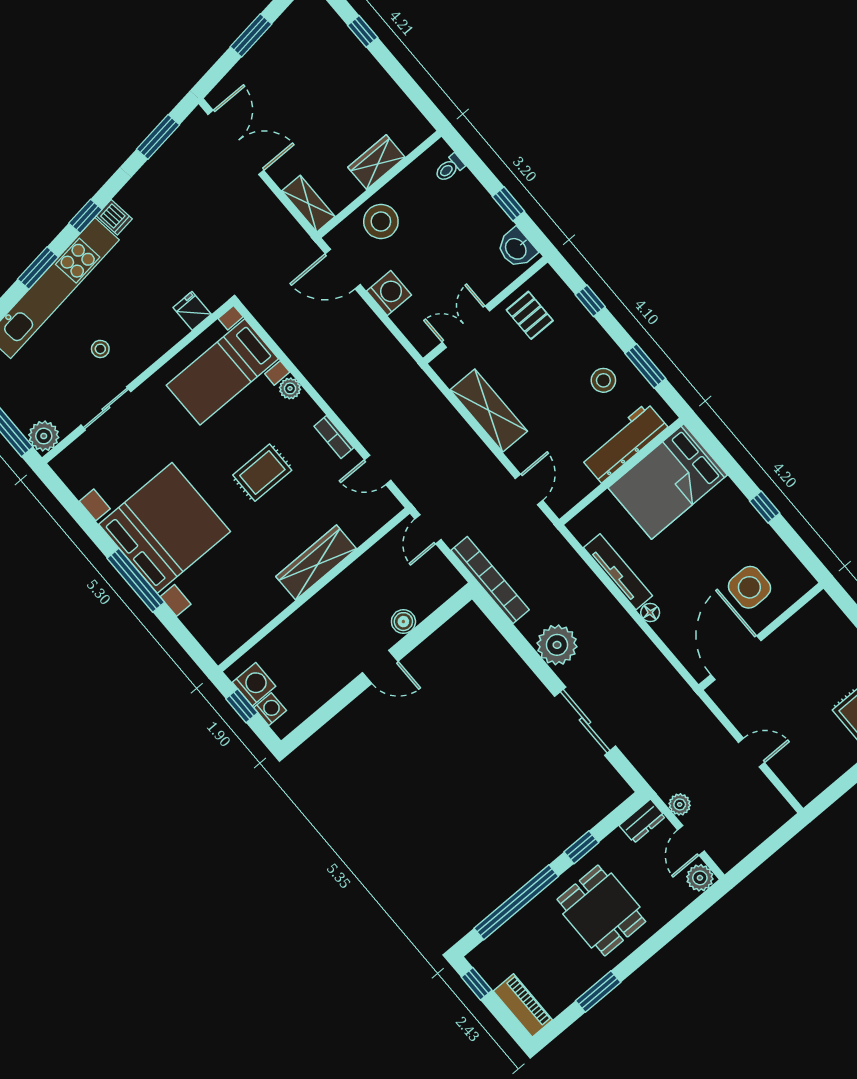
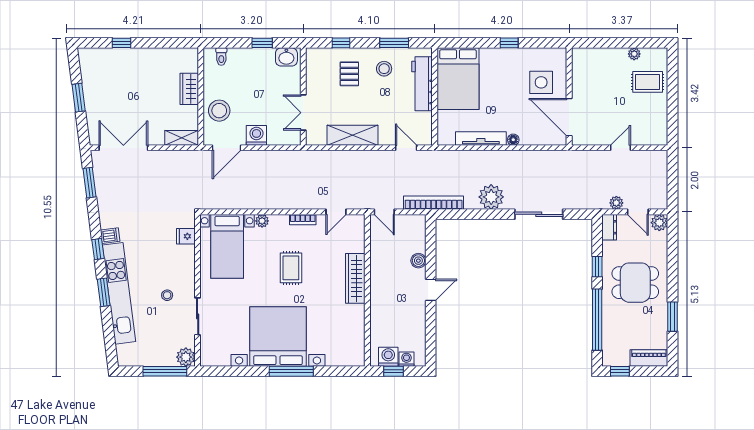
pallet: (530, 315) -> (349, 74), moved, turned 90

